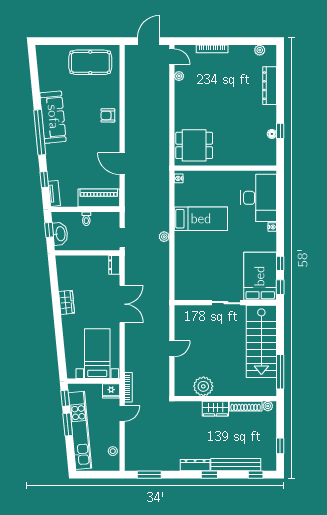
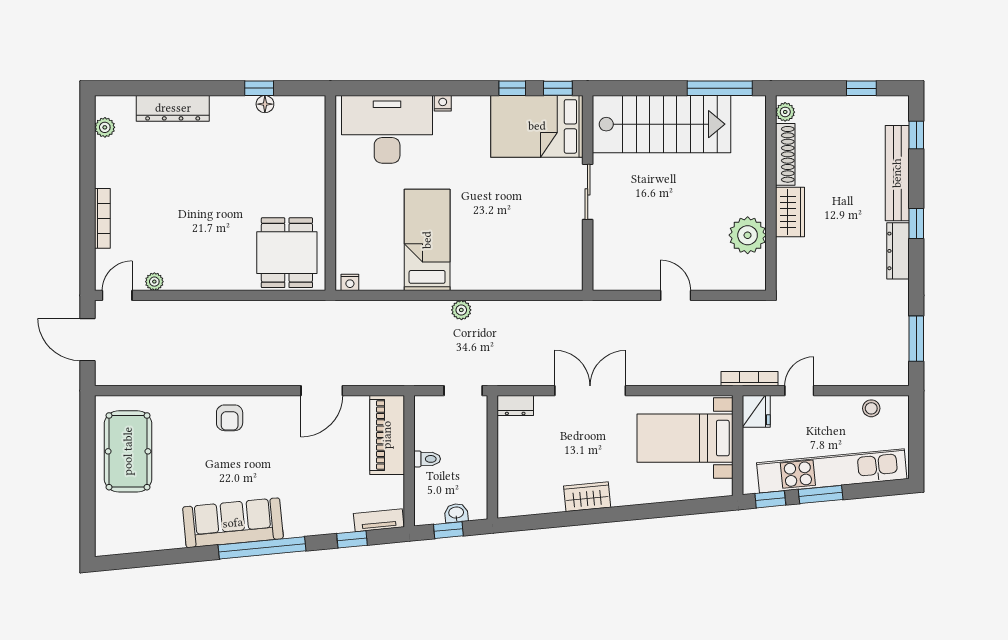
washbasin: (60, 234) -> (456, 513), width x0.52, depth x0.69
door: (122, 413) -> (799, 391), hinge flipped

